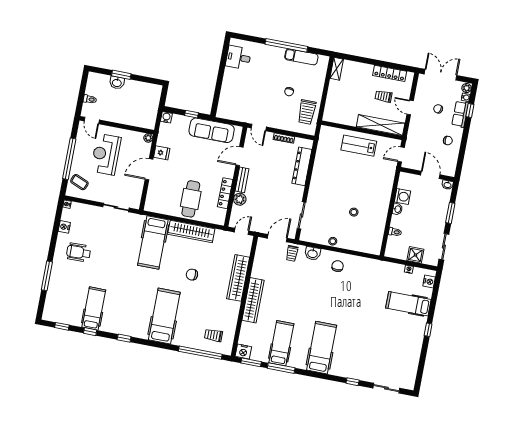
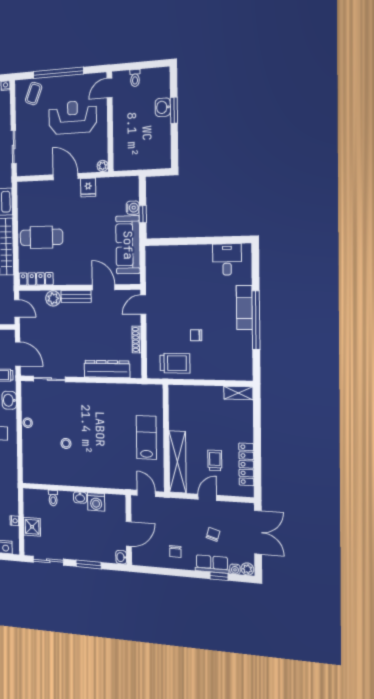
exam couch: (301, 57) -> (244, 308), moved
trolley: (307, 112) -> (175, 363), turned 180
water cooler: (166, 117) -> (133, 208), moved
locker: (225, 193) -> (36, 279), moved

